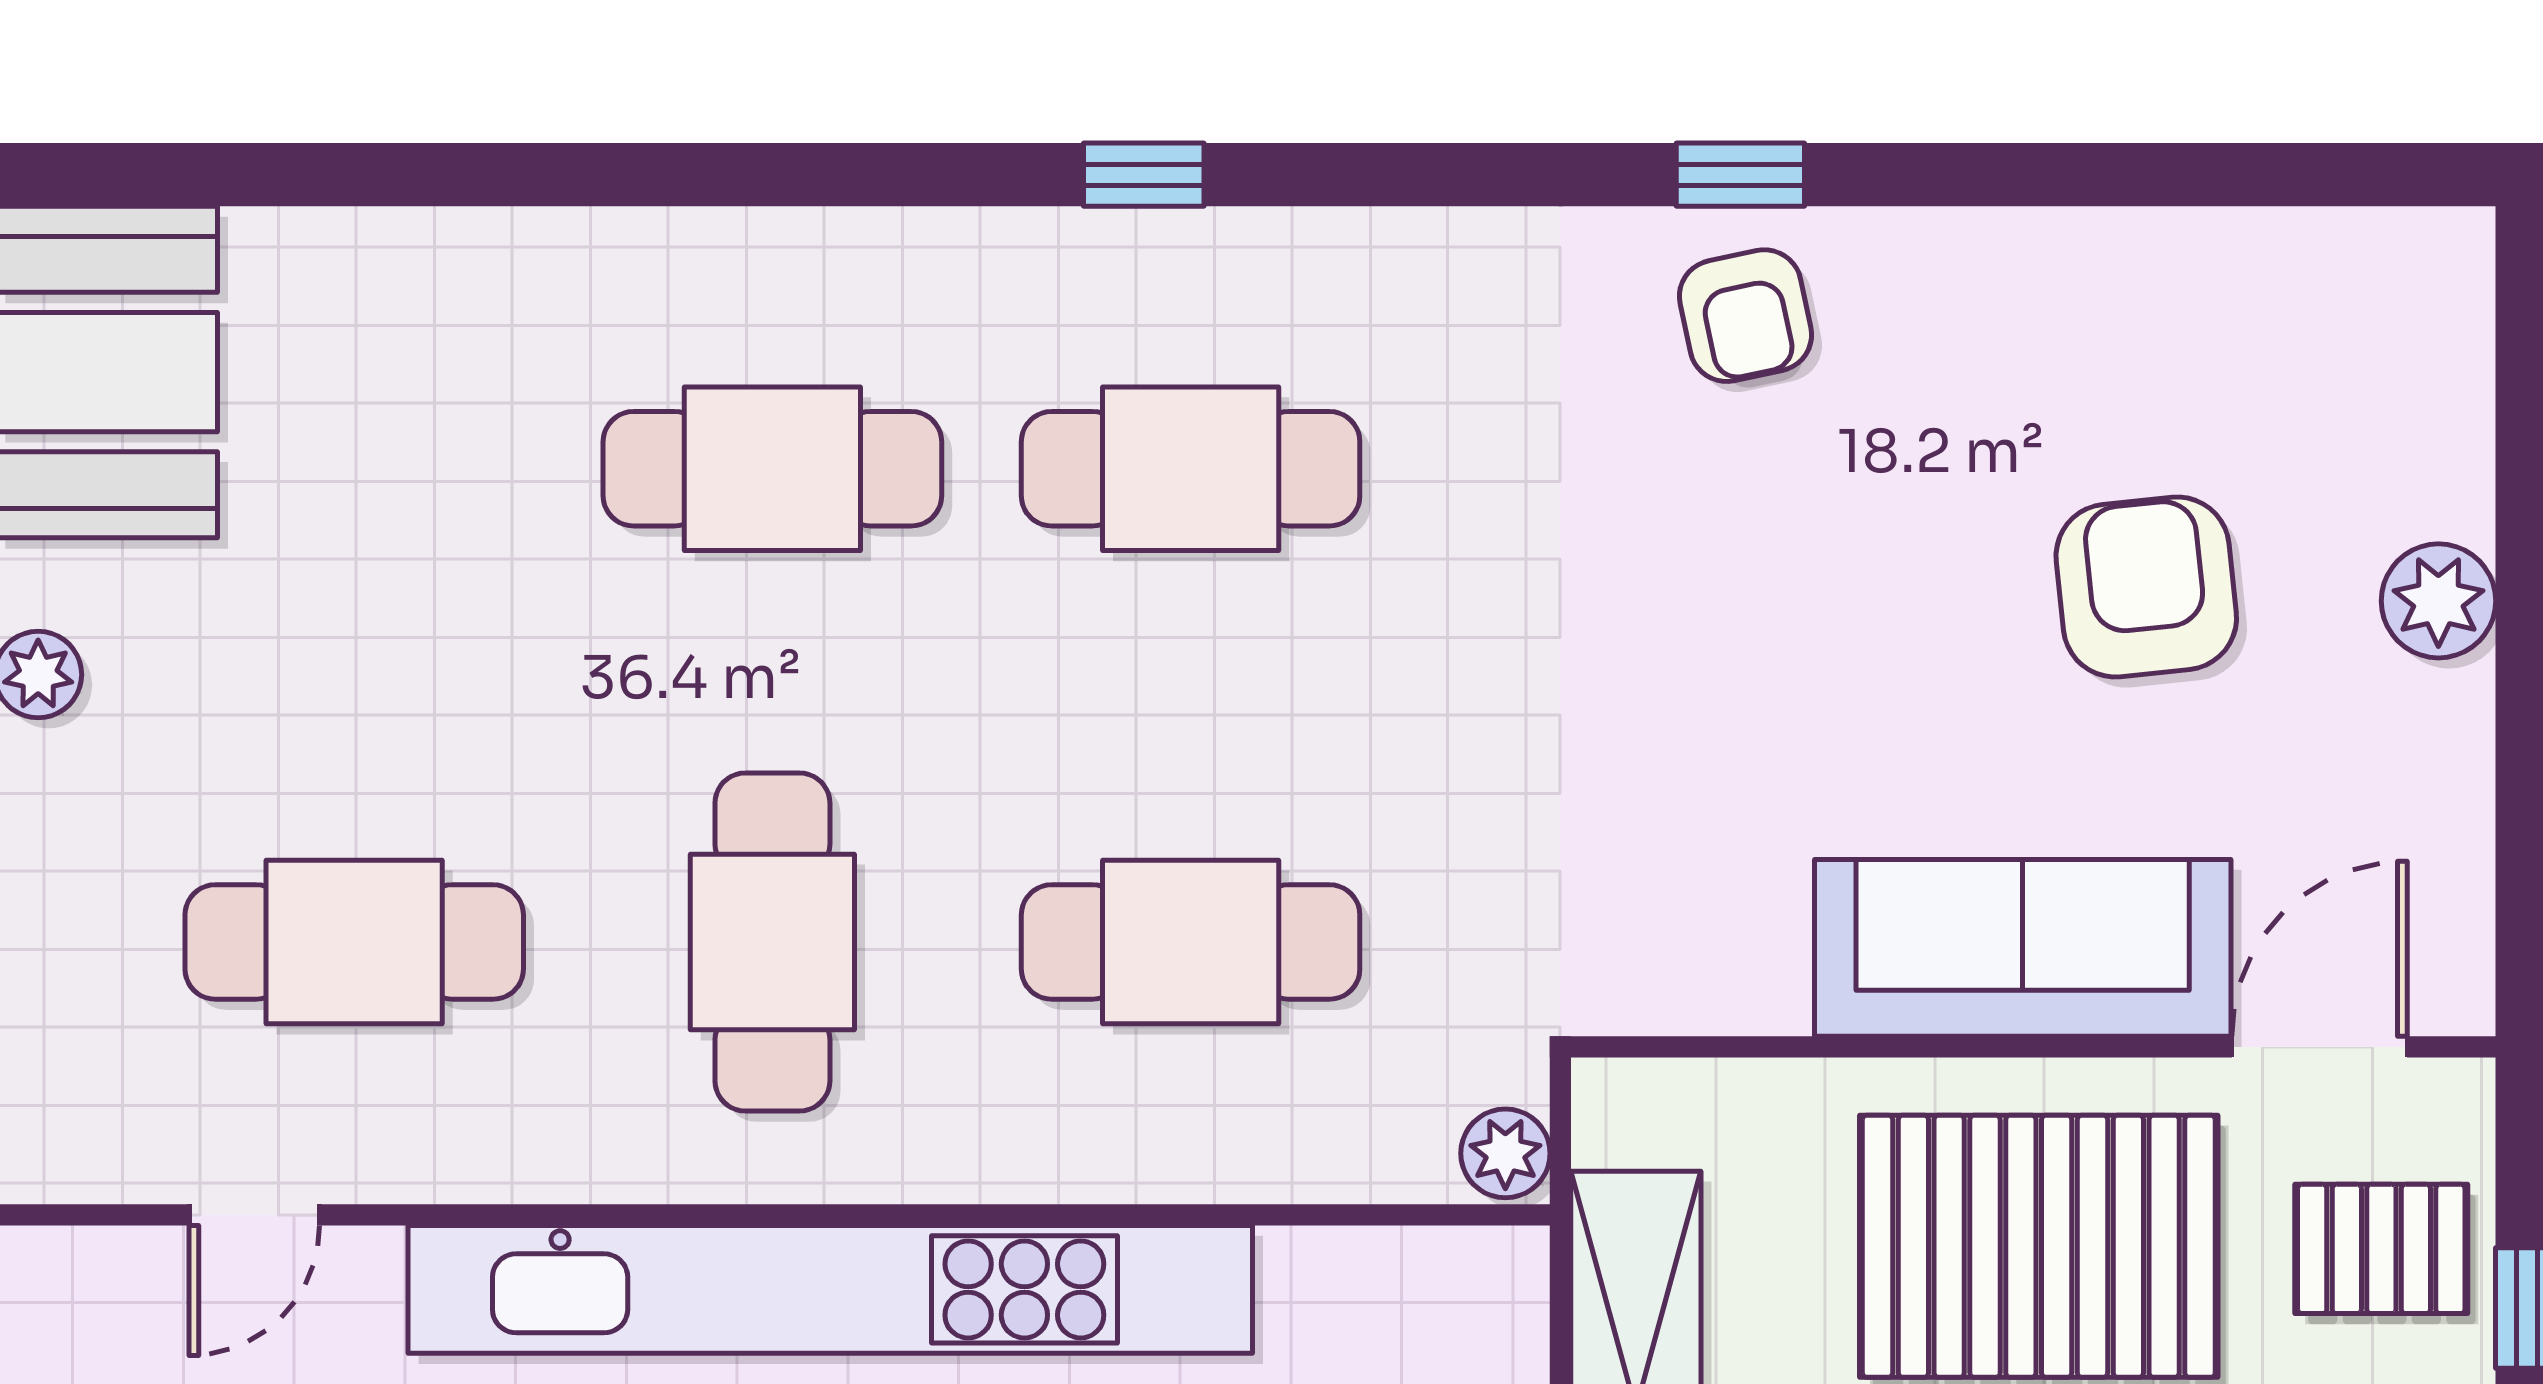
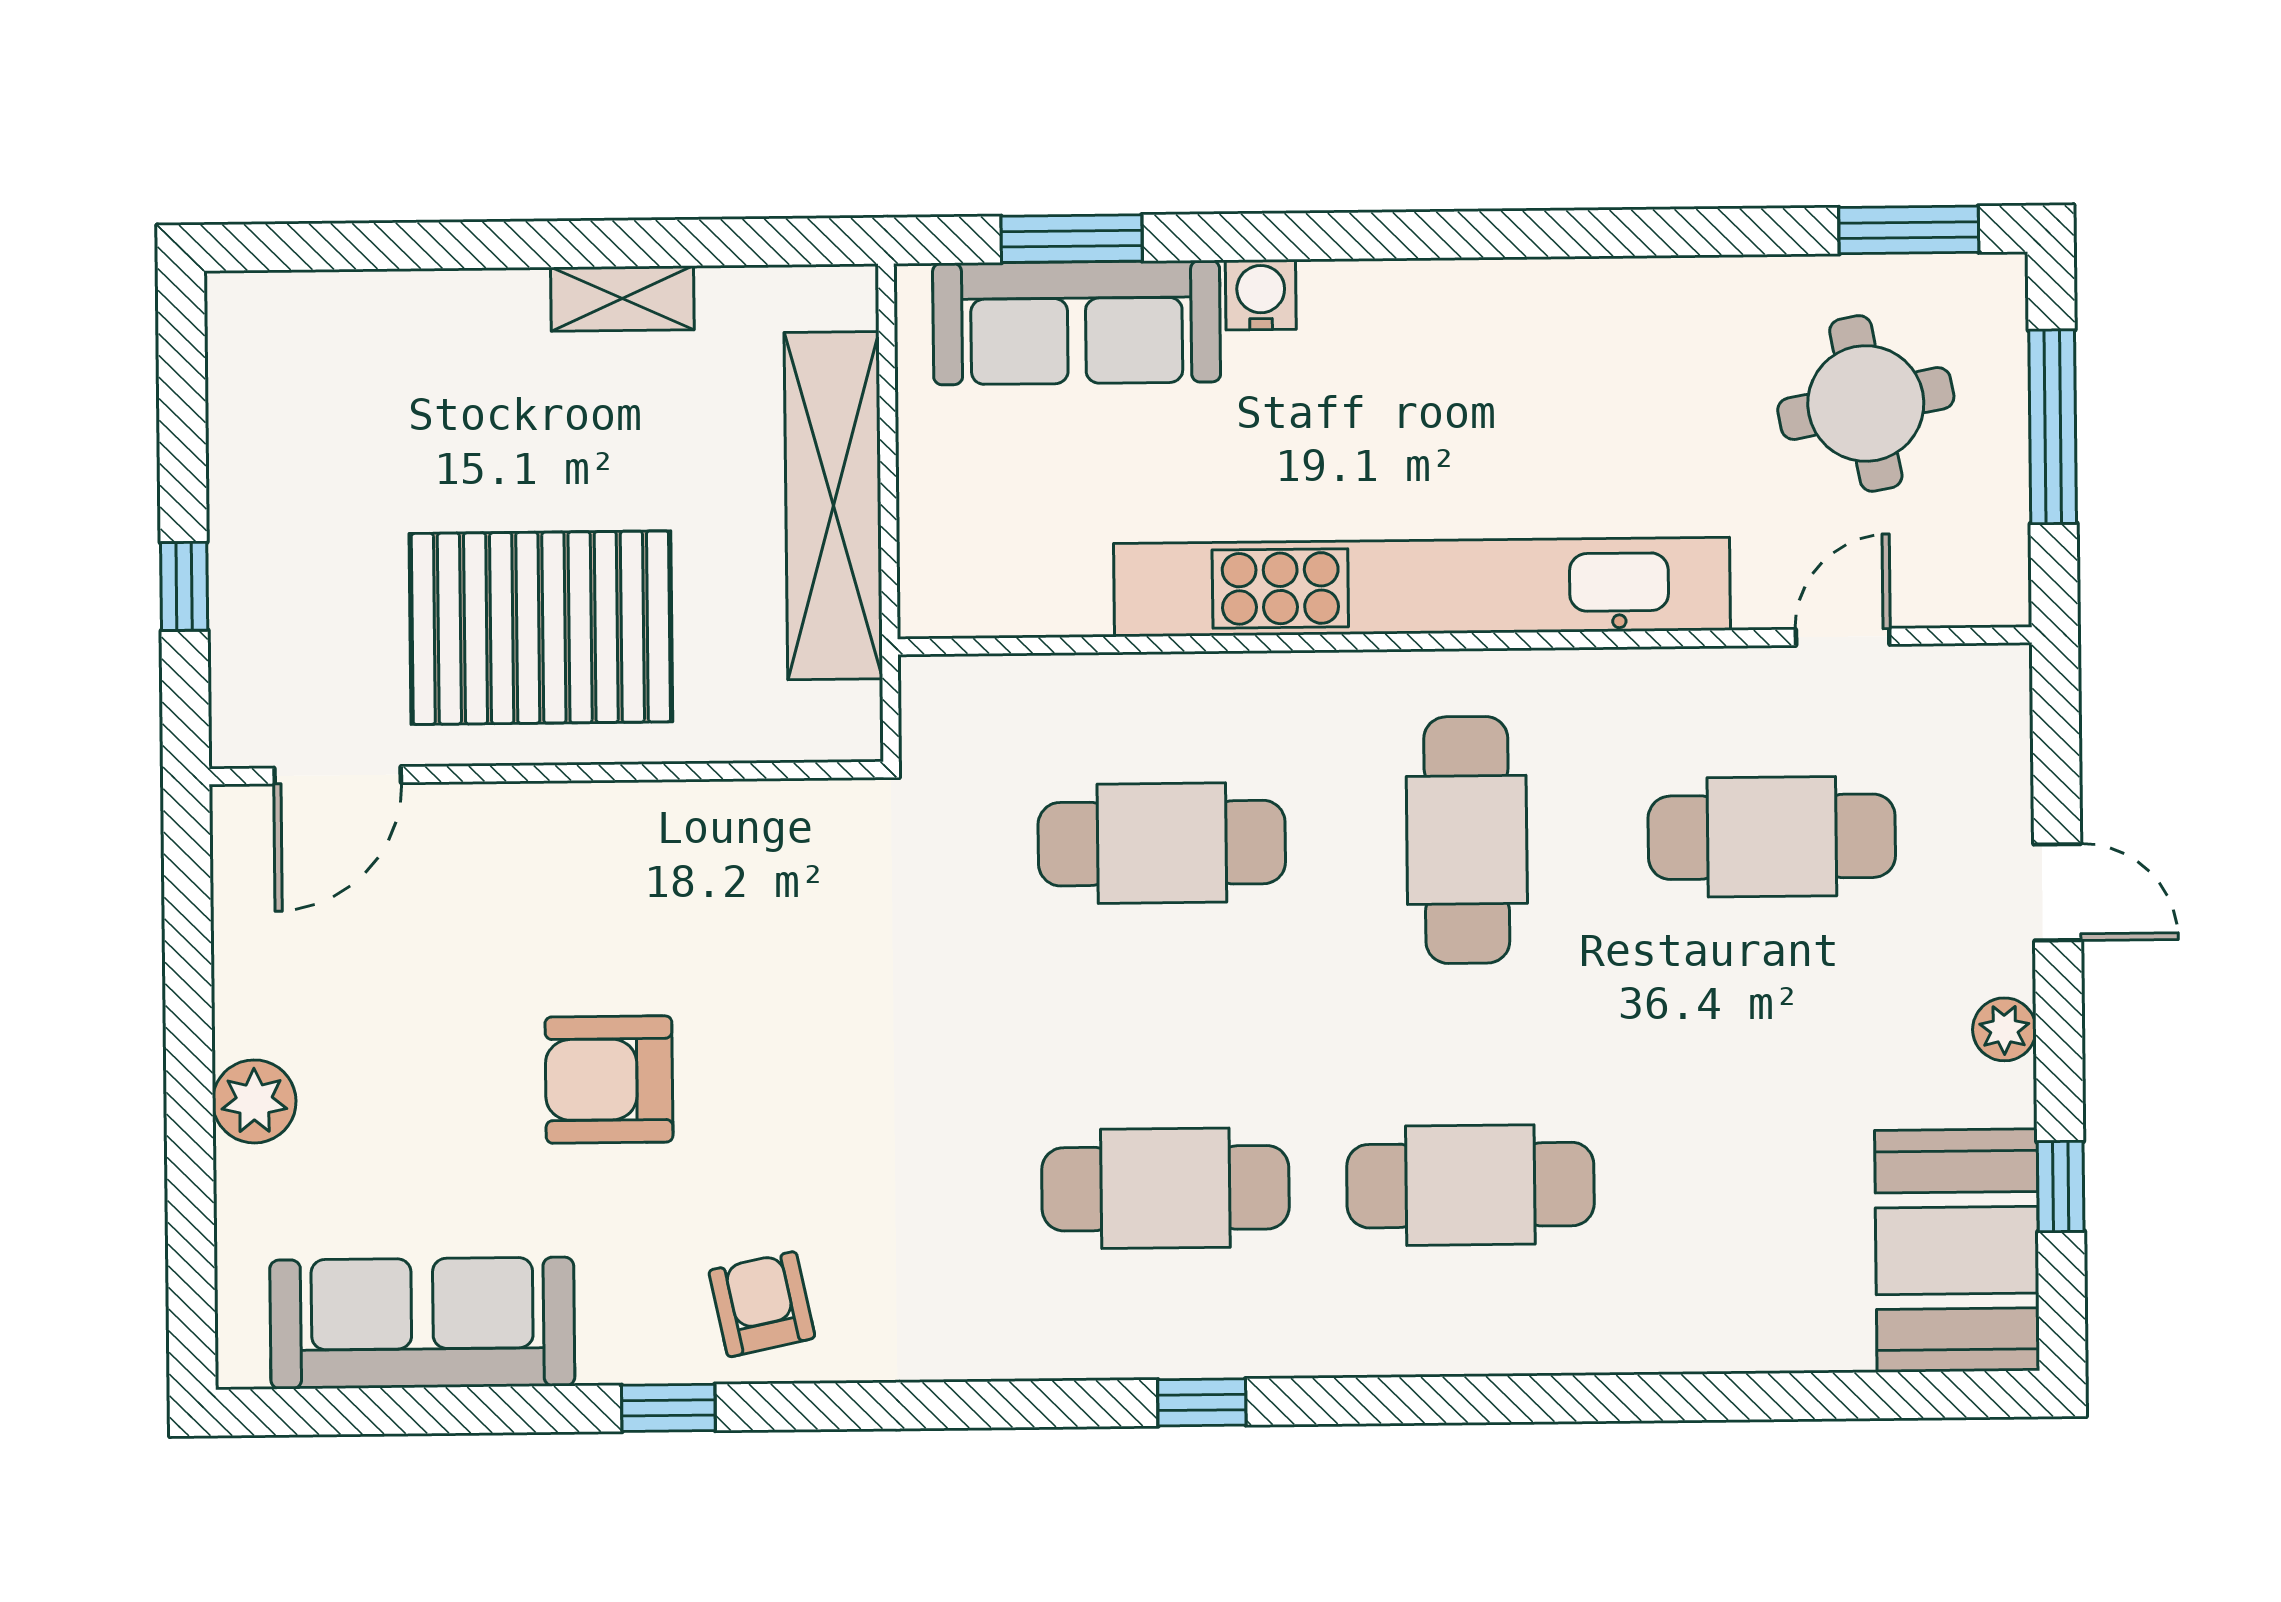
window: (1740, 175) -> (668, 1408), moved
armchair: (2146, 587) -> (609, 1080), moved, turned 96
sofa: (2023, 948) -> (422, 1323), moved, turned 180
plant: (1505, 1153) -> (931, 691), removed
pallet: (2381, 1249) -> (291, 628), removed

